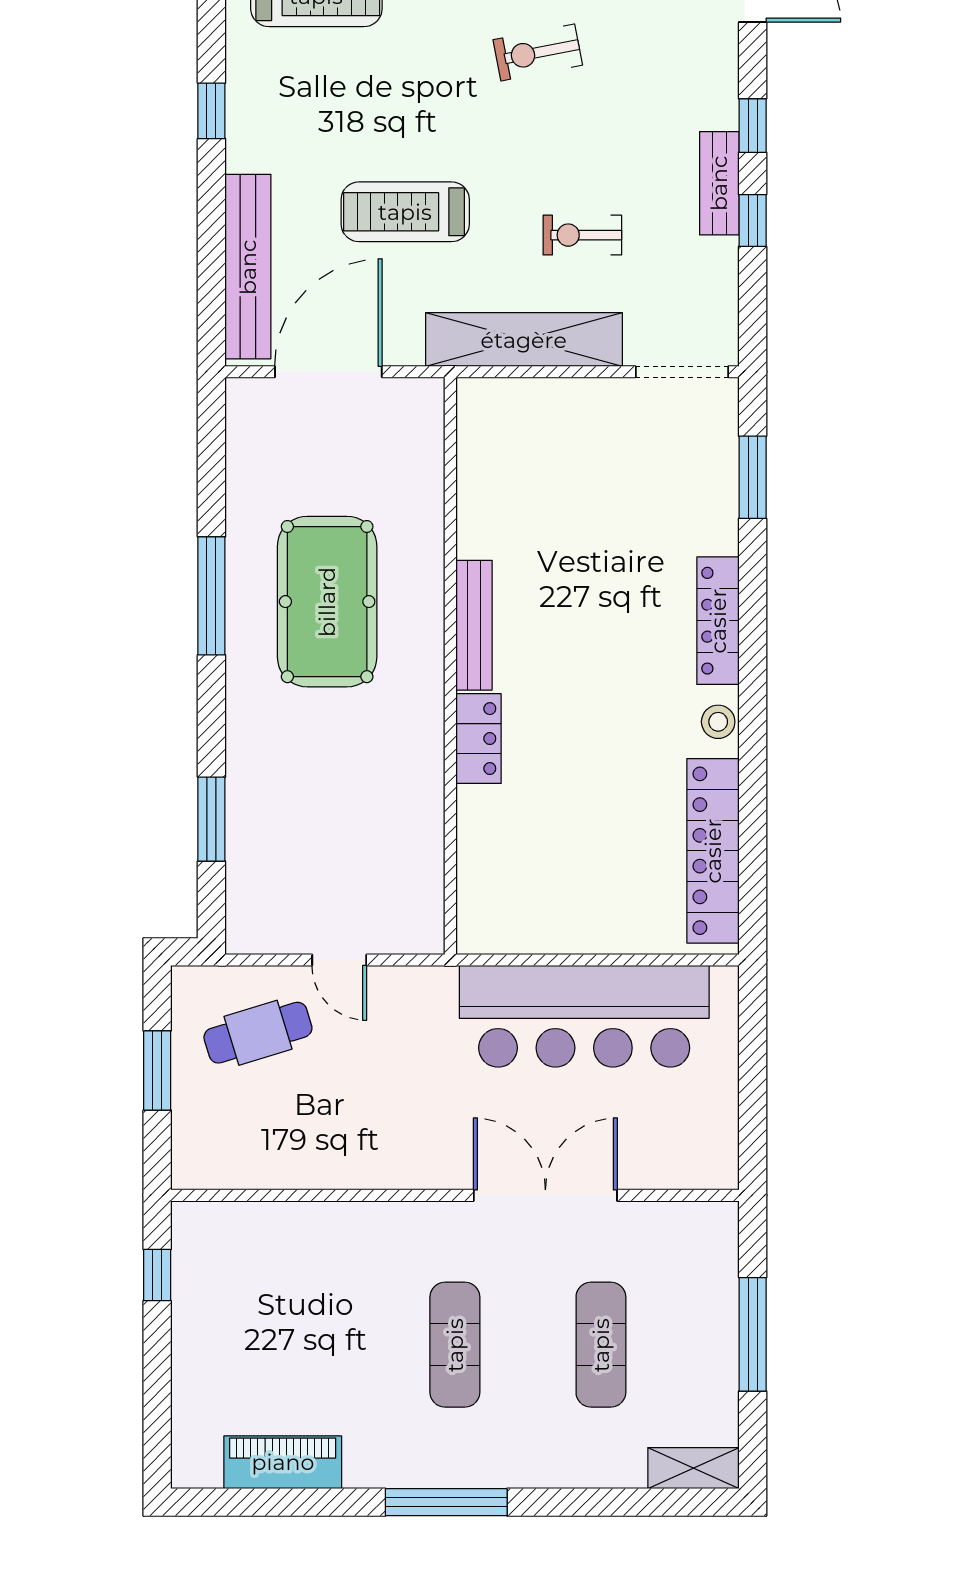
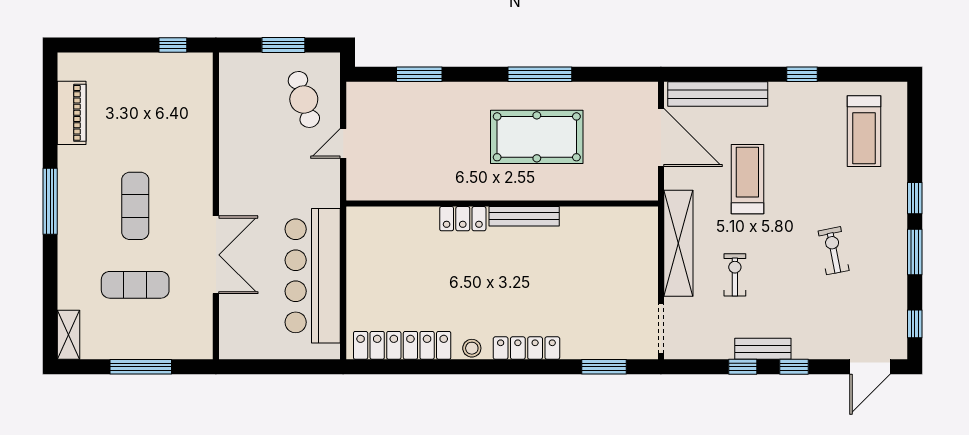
exercise mat: (455, 1345) -> (135, 206), turned 90

